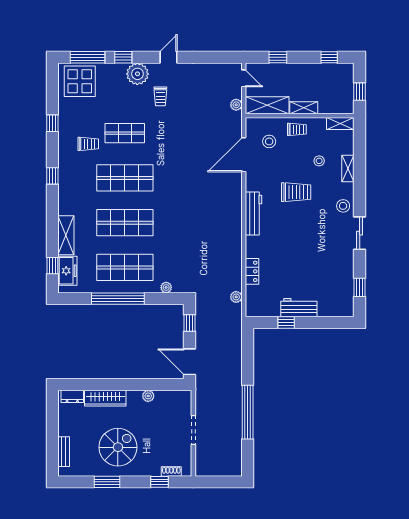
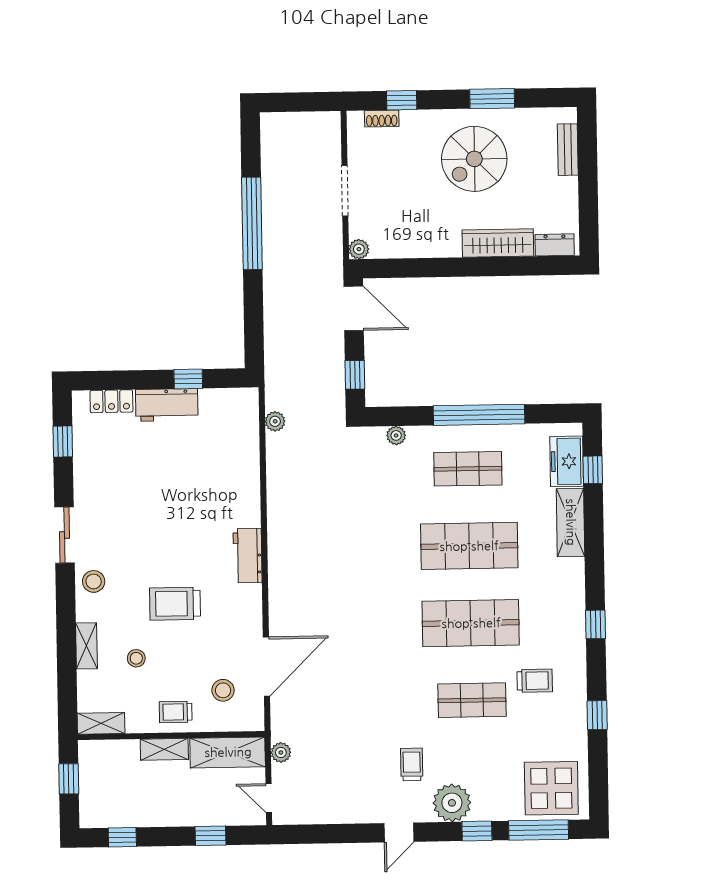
trolley: (88, 144) -> (535, 681), turned 180
workbench: (254, 213) -> (248, 556), width x0.73
shop shelf: (125, 267) -> (468, 469), width x0.70, depth x0.74
locker: (252, 271) -> (111, 401), moved, turned -90
plant: (148, 396) -> (359, 249), moved

